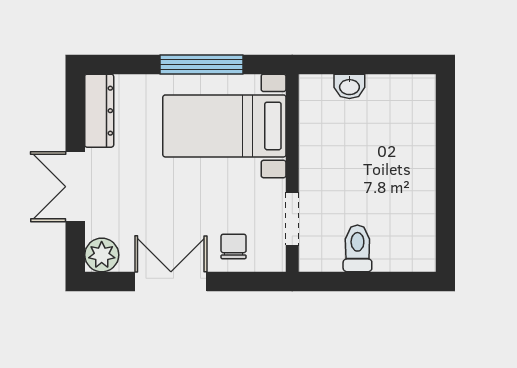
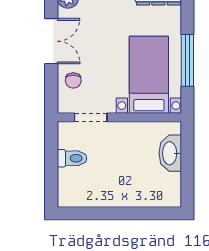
washbasin: (349, 86) -> (170, 153), width x1.91, depth x1.45
chair: (234, 246) -> (73, 80), turned 90

